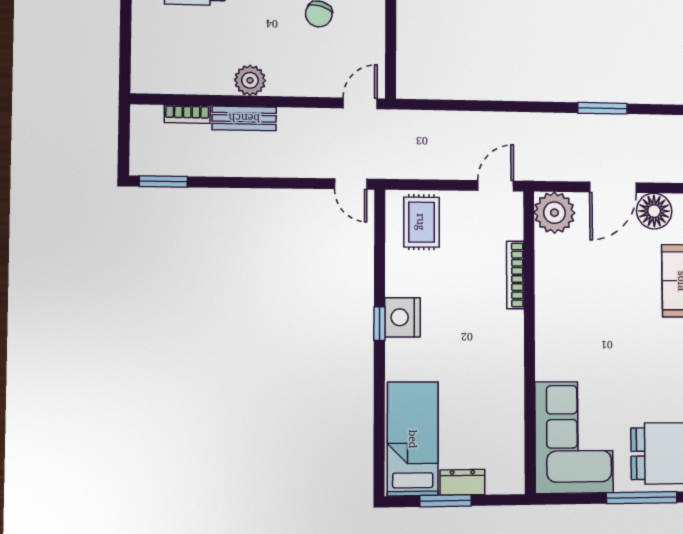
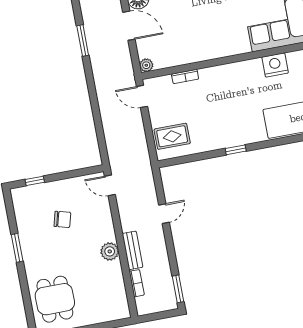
door: (351, 184) -> (164, 214), moved
plant: (554, 213) -> (146, 65), width x0.53, depth x0.53
bookcase: (515, 275) -> (185, 77), width x0.64
nightstand: (402, 317) -> (275, 65), moved, turned 180

